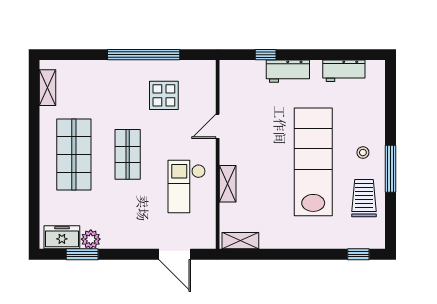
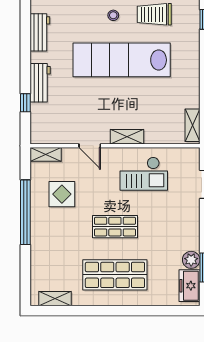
shelving: (208, 77) -> (46, 154), added
shelving: (228, 184) -> (127, 137), moved

